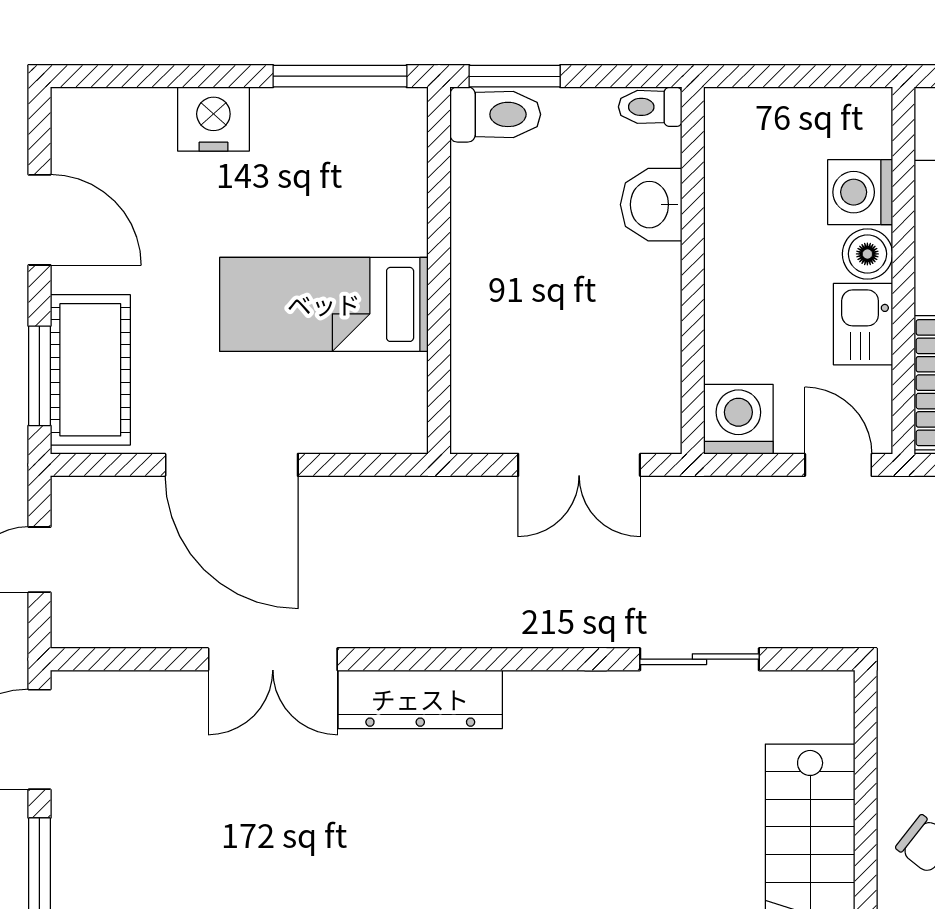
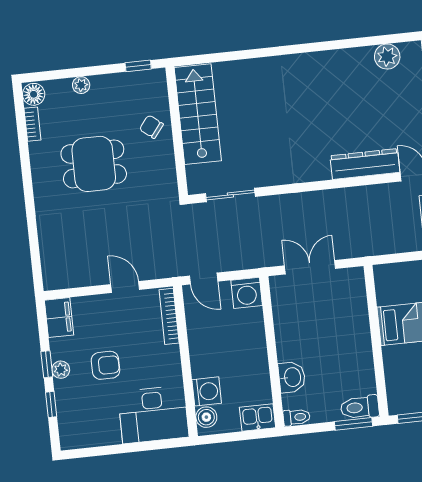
boiler: (867, 254) -> (206, 417), moved
kitchen sink: (863, 324) -> (257, 417), moved, turned -90
sliding door: (699, 659) -> (230, 195), moved

